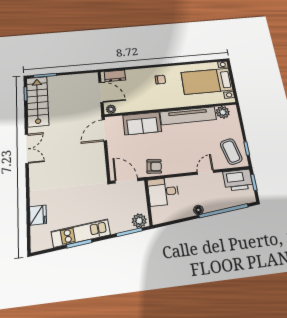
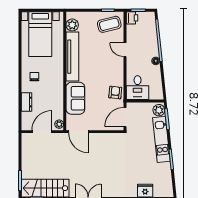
dresser: (115, 76) -> (27, 102), moved
printer: (238, 180) -> (132, 18), width x0.53, depth x0.68
kitchen unit: (81, 233) -> (161, 139), moved

